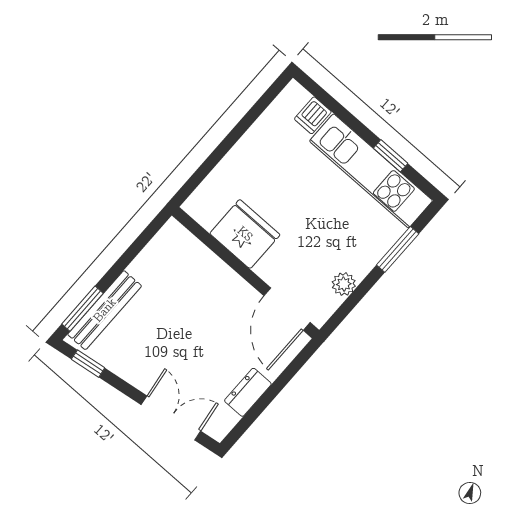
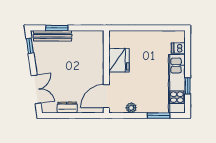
window: (82, 309) -> (57, 28), moved

